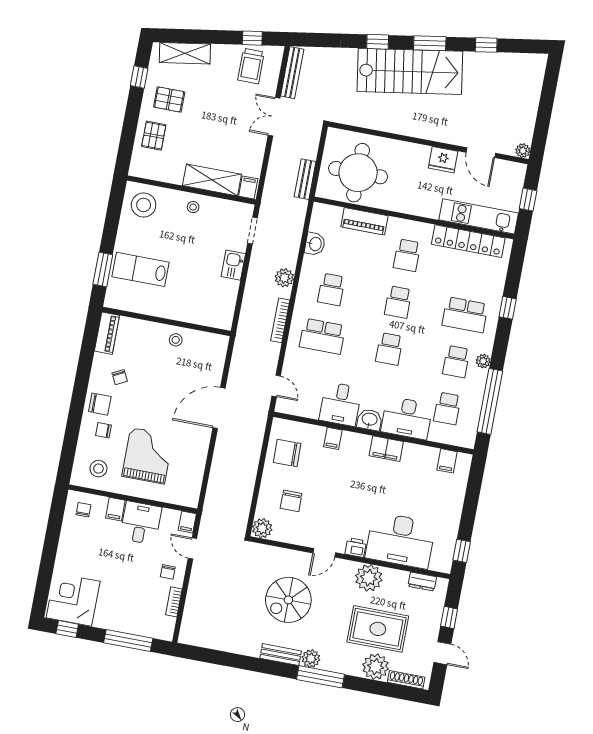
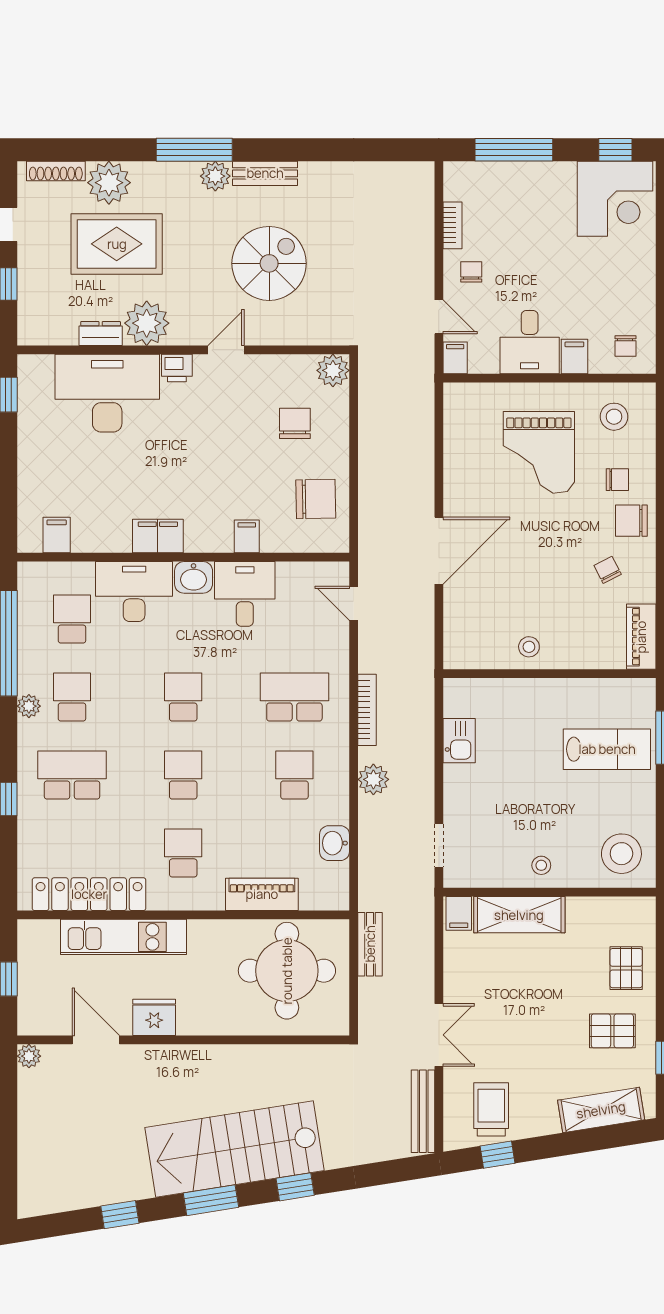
kitchen unit: (479, 216) -> (124, 937), moved
kitchen sink: (233, 265) -> (459, 741), moved
dresser: (422, 582) -> (101, 334), moved

